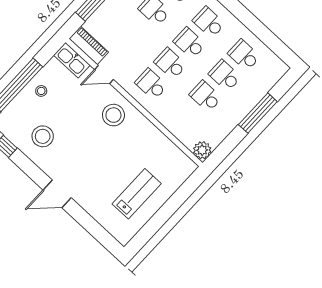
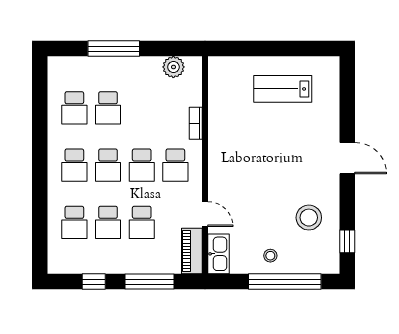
school desk: (206, 96) -> (142, 222), moved
stool: (113, 115) -> (233, 173), removed
bookcase: (165, 121) -> (196, 123), added
plant: (202, 150) -> (173, 67), moved

